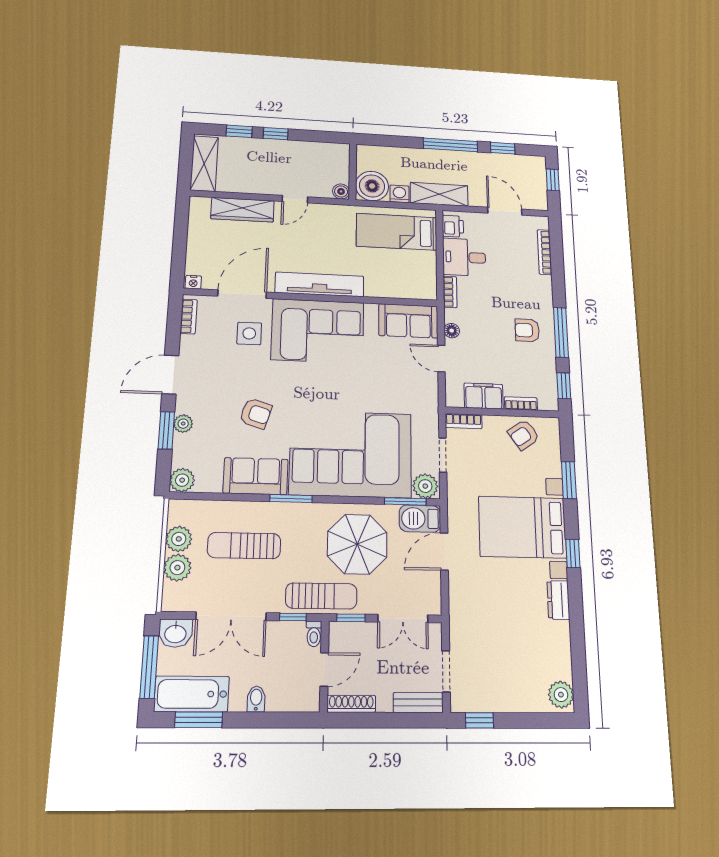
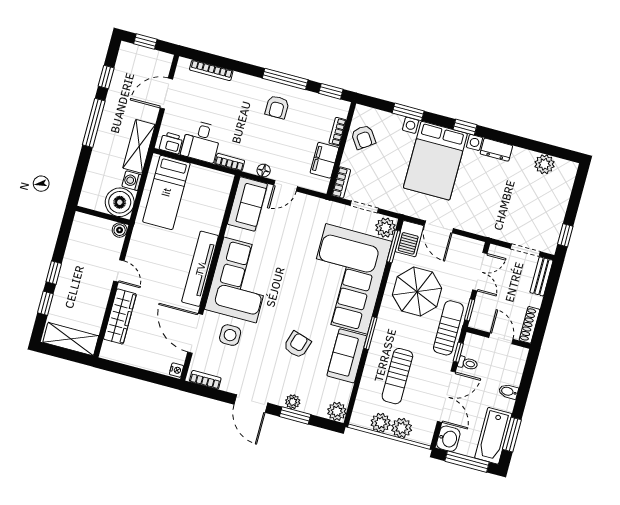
toilet: (314, 634) -> (468, 363), moved
plant: (561, 695) -> (544, 164), moved

